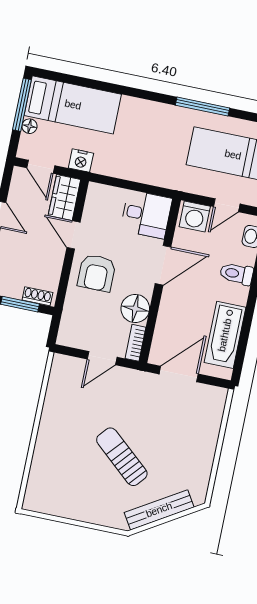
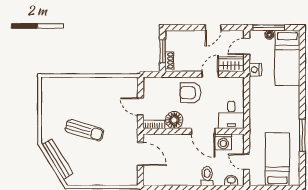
window: (22, 105) -> (269, 28), moved
washing machine: (195, 216) -> (223, 142), moved, turned -90
bathtub: (225, 335) -> (169, 177), removed
sun lounger: (122, 457) -> (84, 130), turned 65

